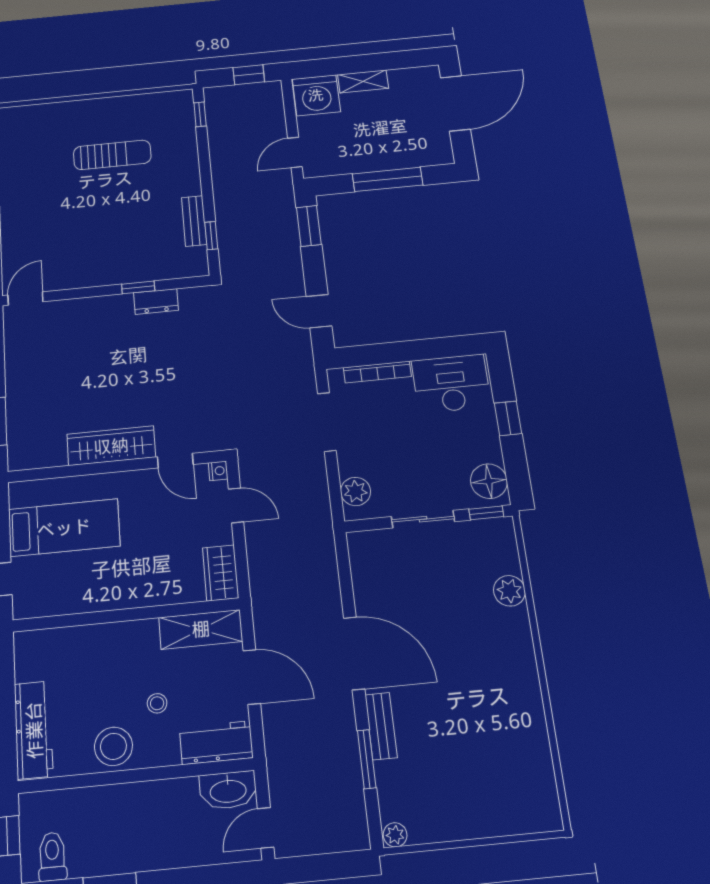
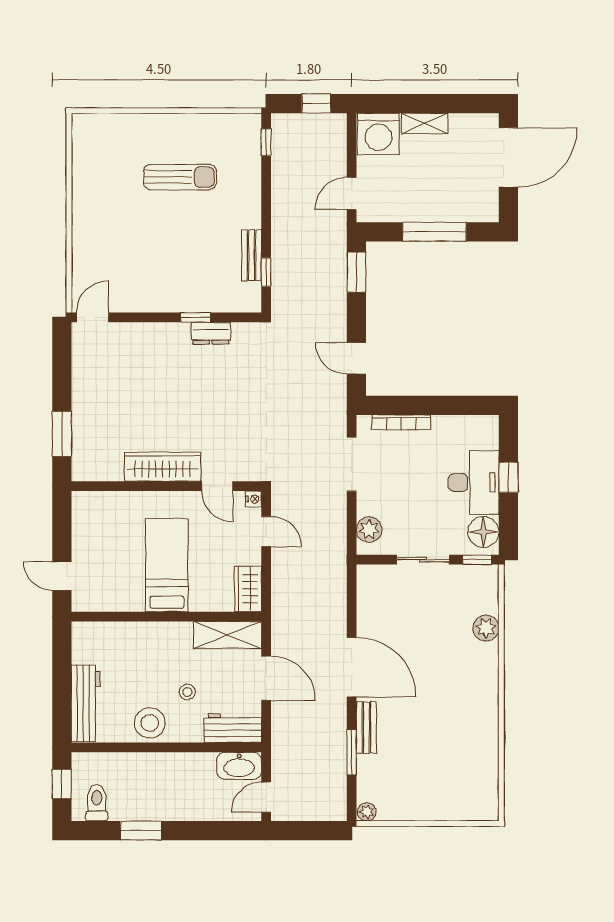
desk: (451, 384) -> (474, 483), moved, turned 90
bed: (64, 528) -> (167, 565), moved, turned -90

